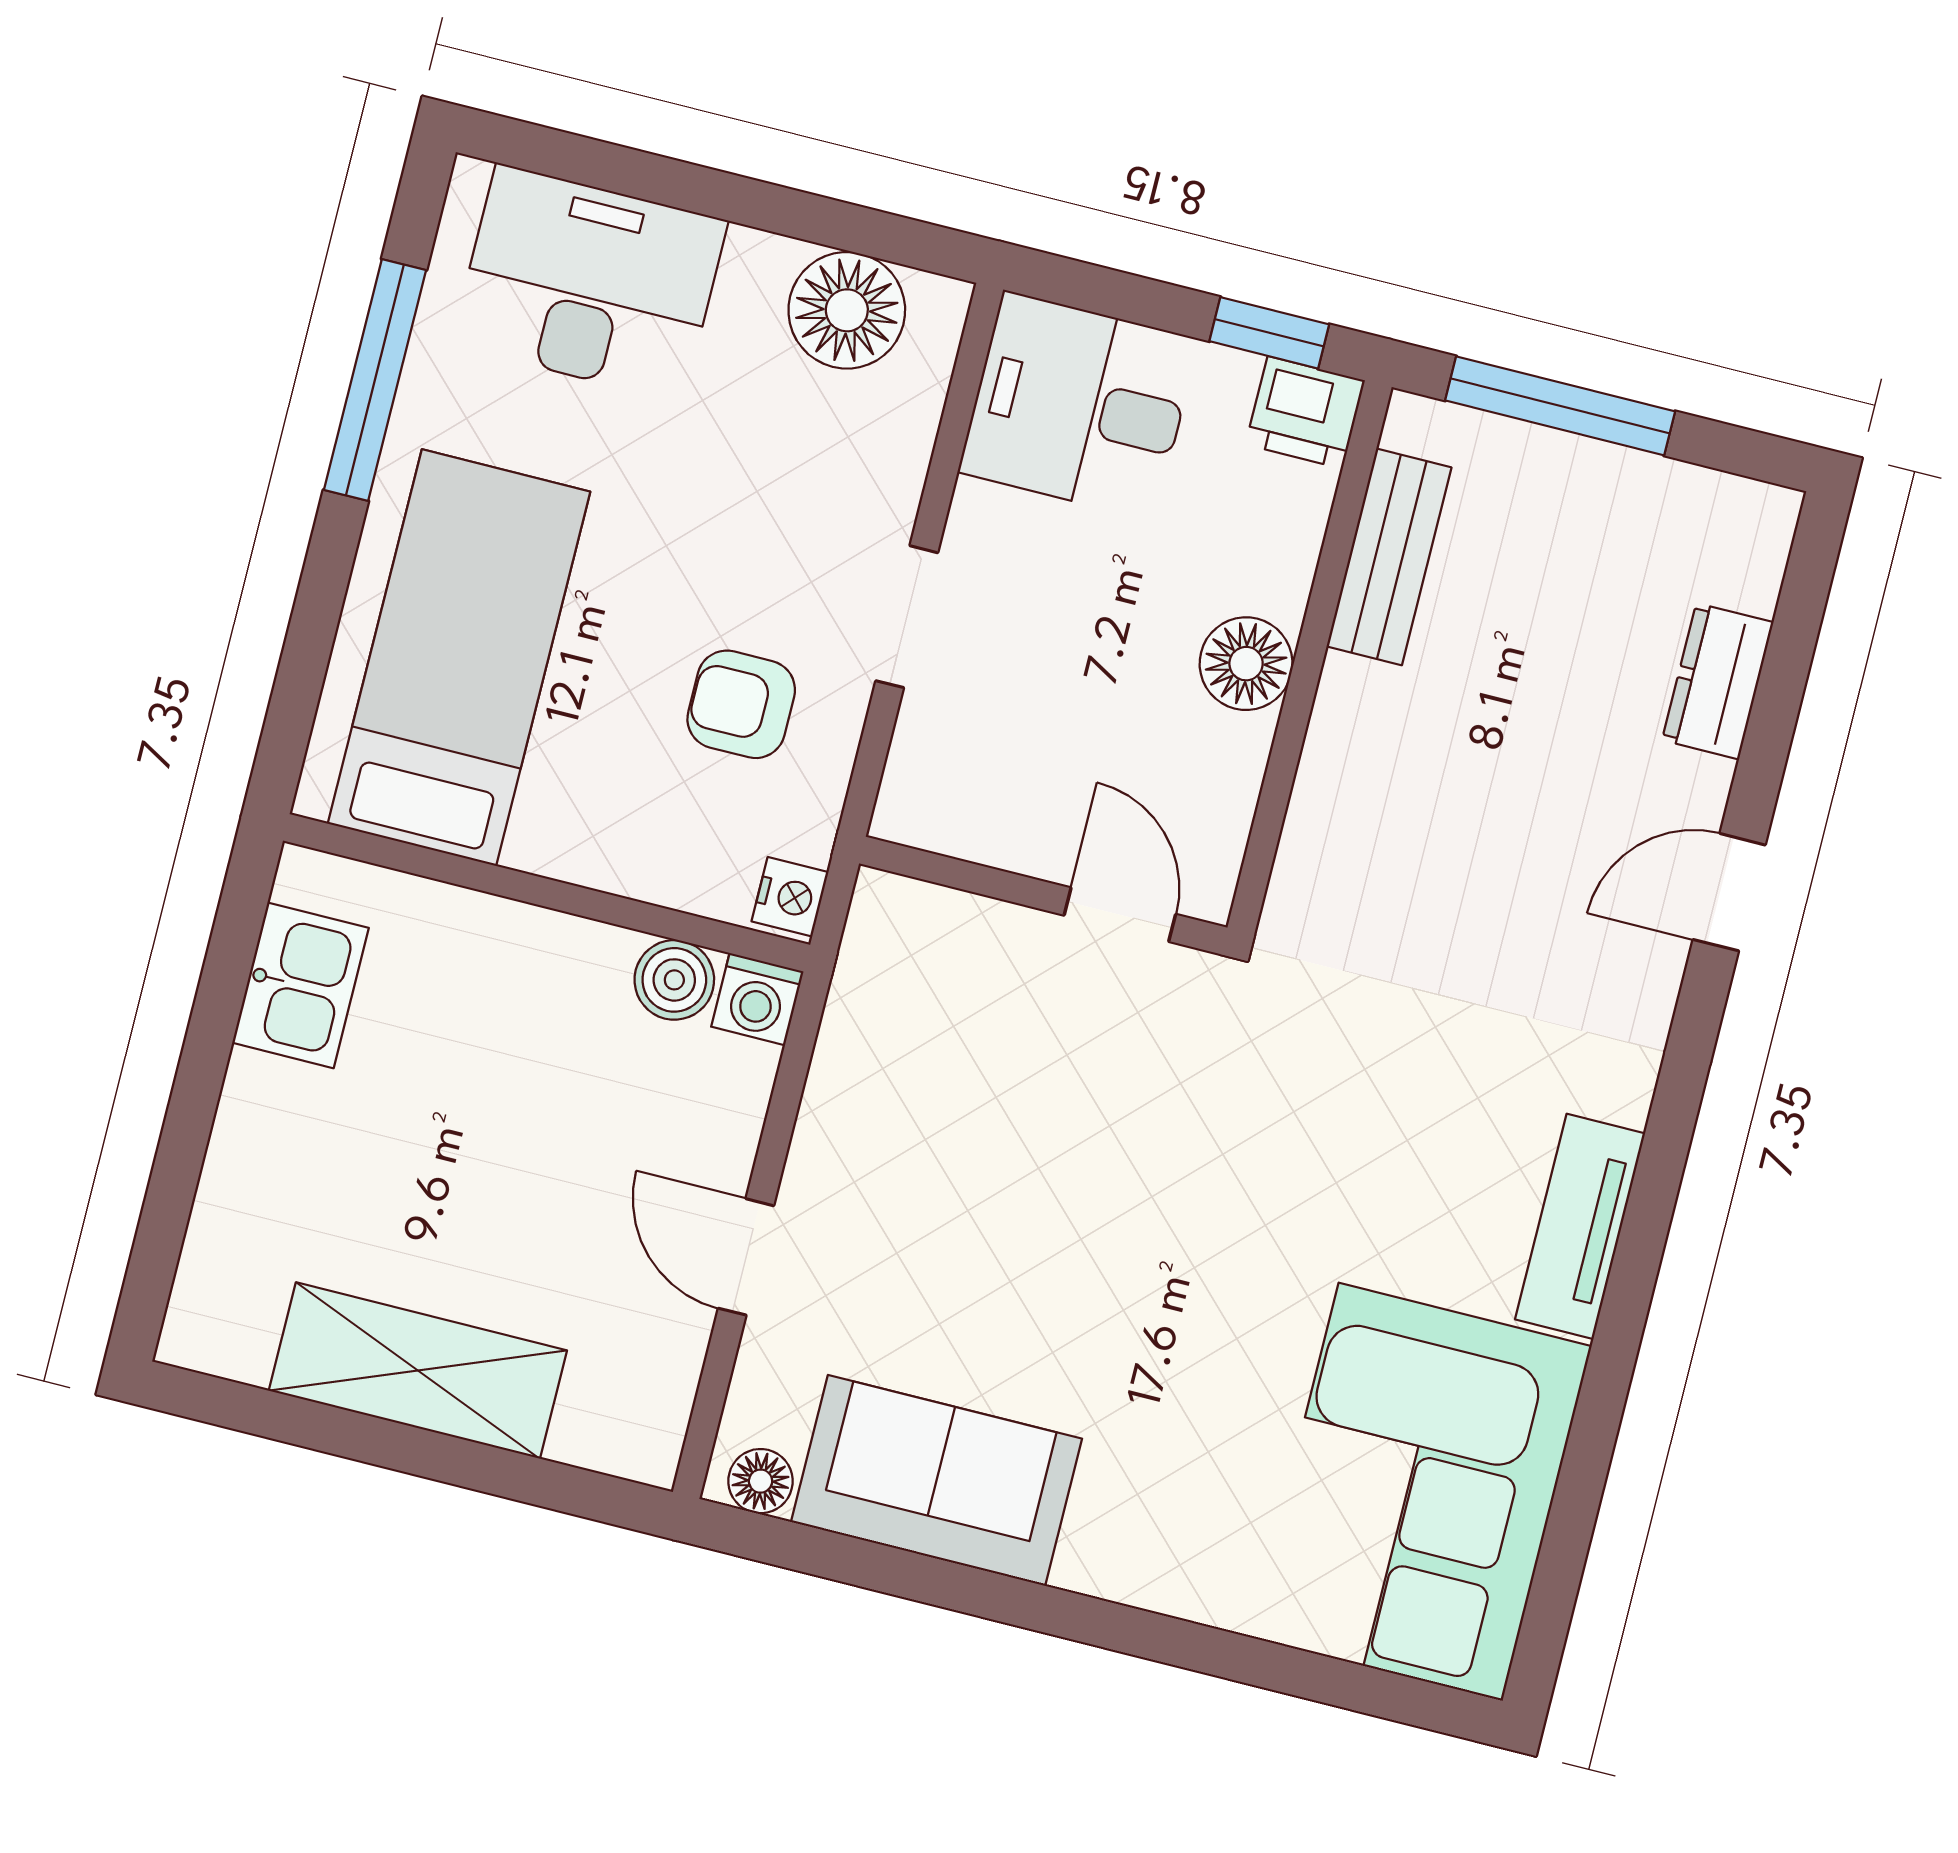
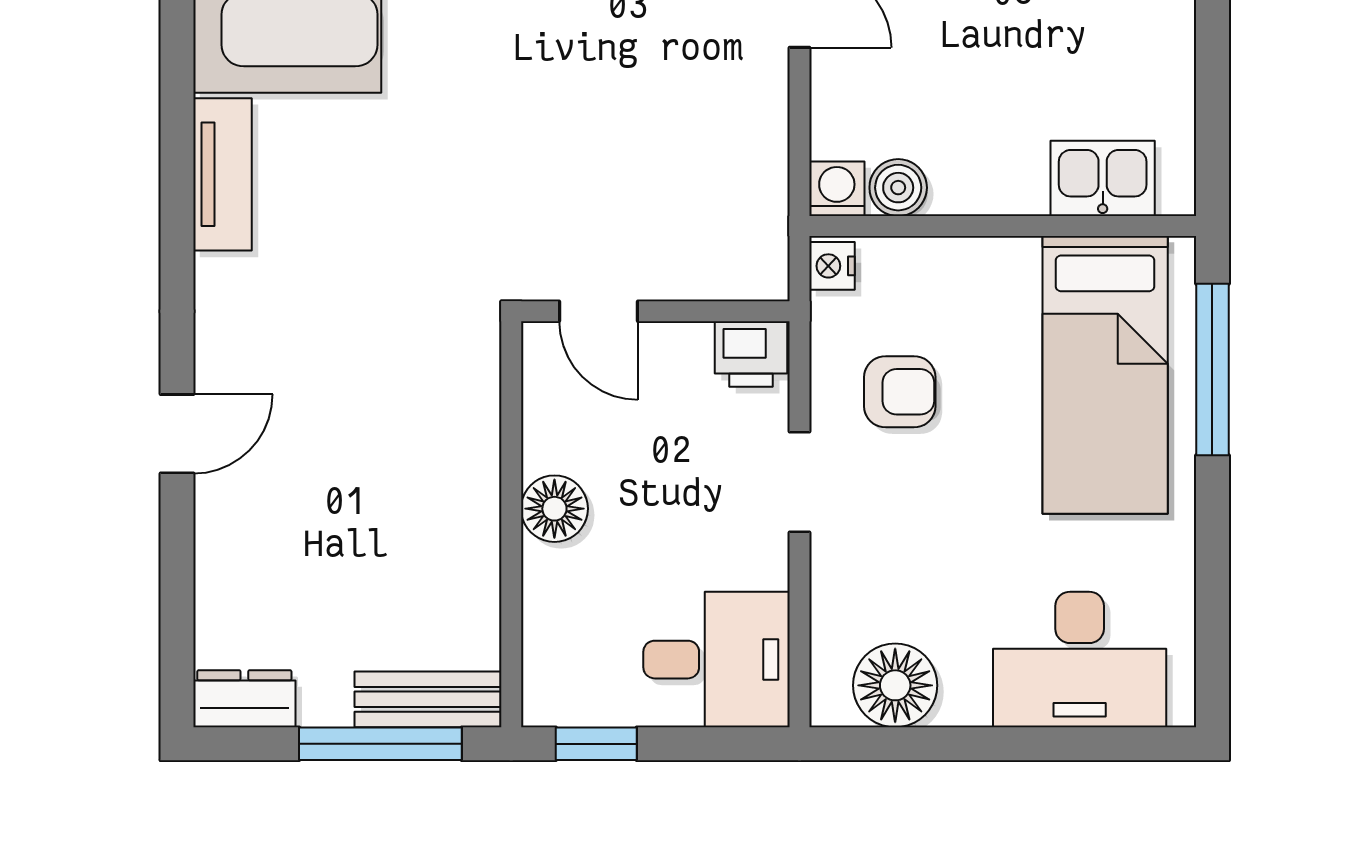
window: (375, 380) -> (1212, 370), moved
printer: (1305, 412) -> (751, 354), moved, turned 180
bench: (1389, 557) -> (428, 699), moved, turned 90
dresser: (1718, 681) -> (244, 699), moved, turned -90
kitchen sink: (300, 985) -> (1103, 178), moved, turned 90

